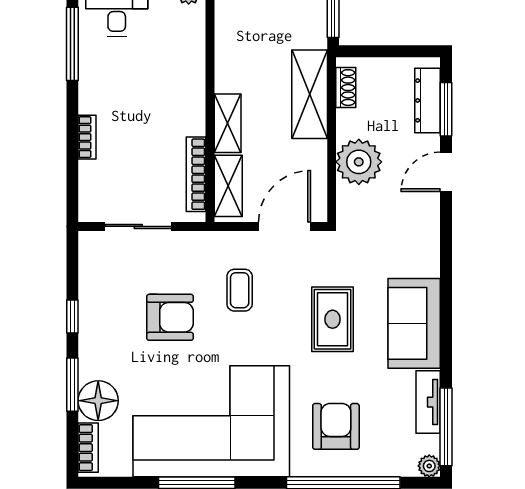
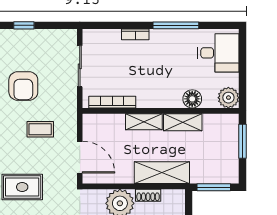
window: (72, 44) -> (176, 25), moved
floor lamp: (191, 45) -> (192, 99), added
shoe rack: (346, 88) -> (148, 195), moved
shelving: (228, 186) -> (183, 122), moved

